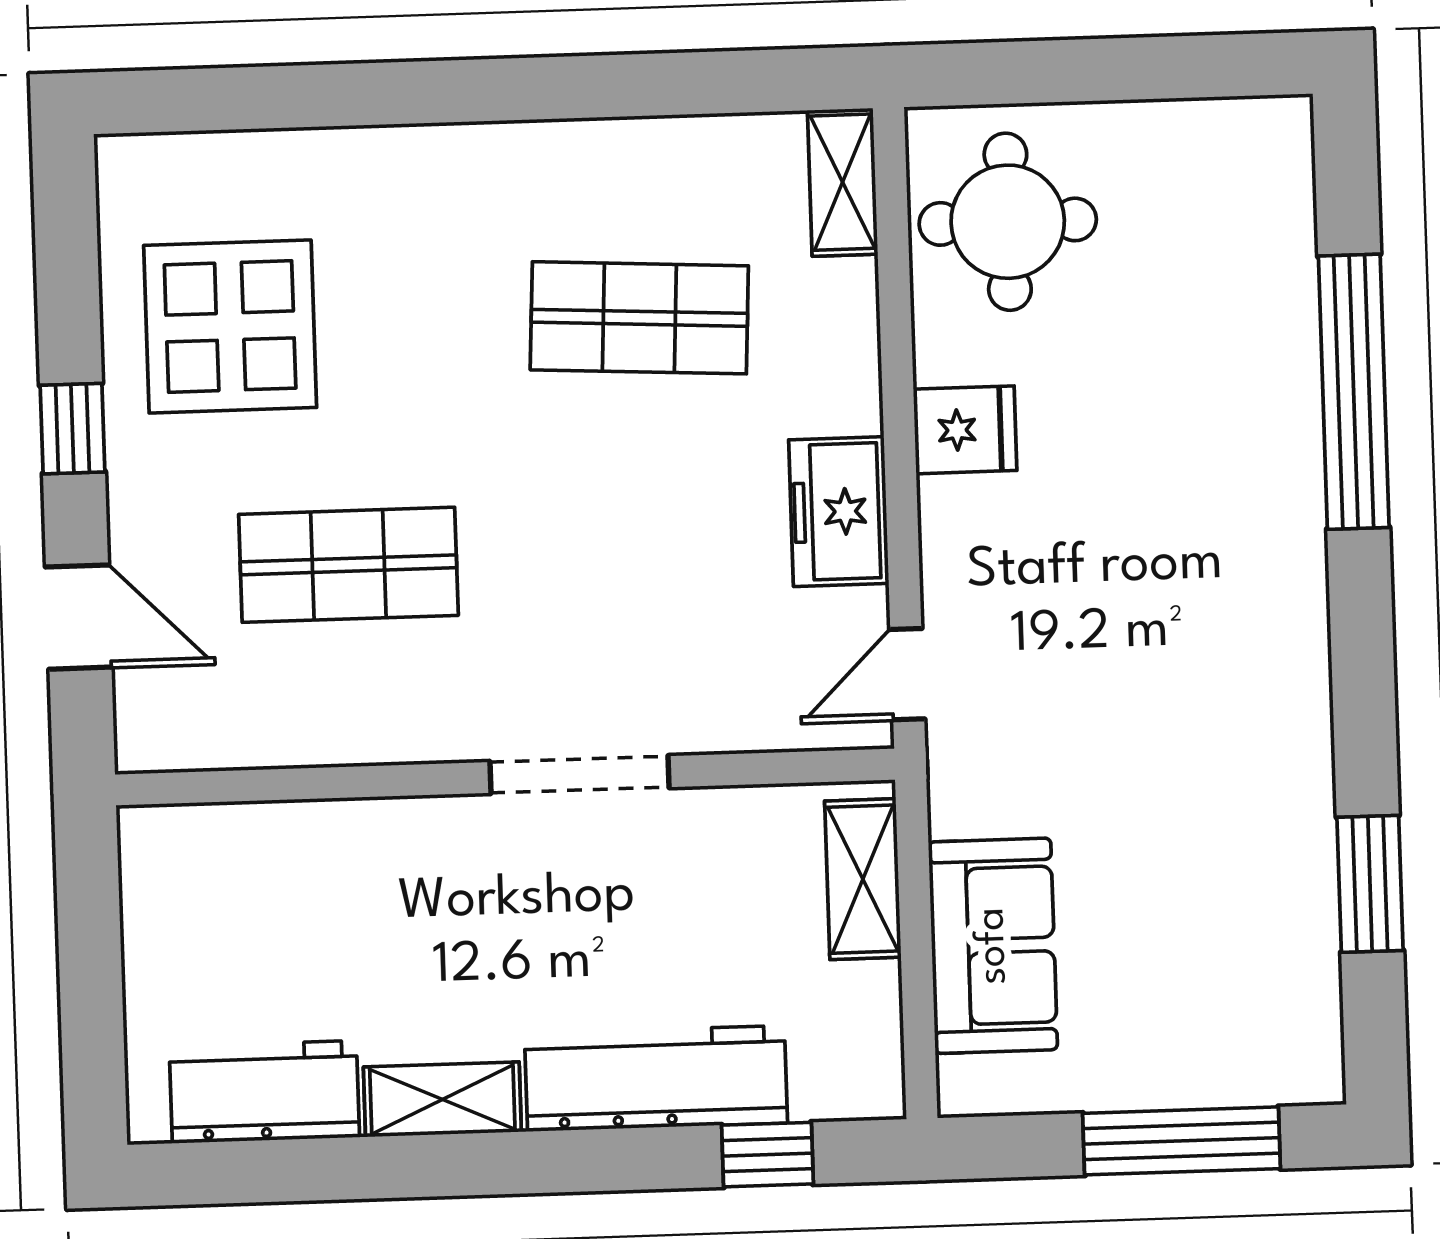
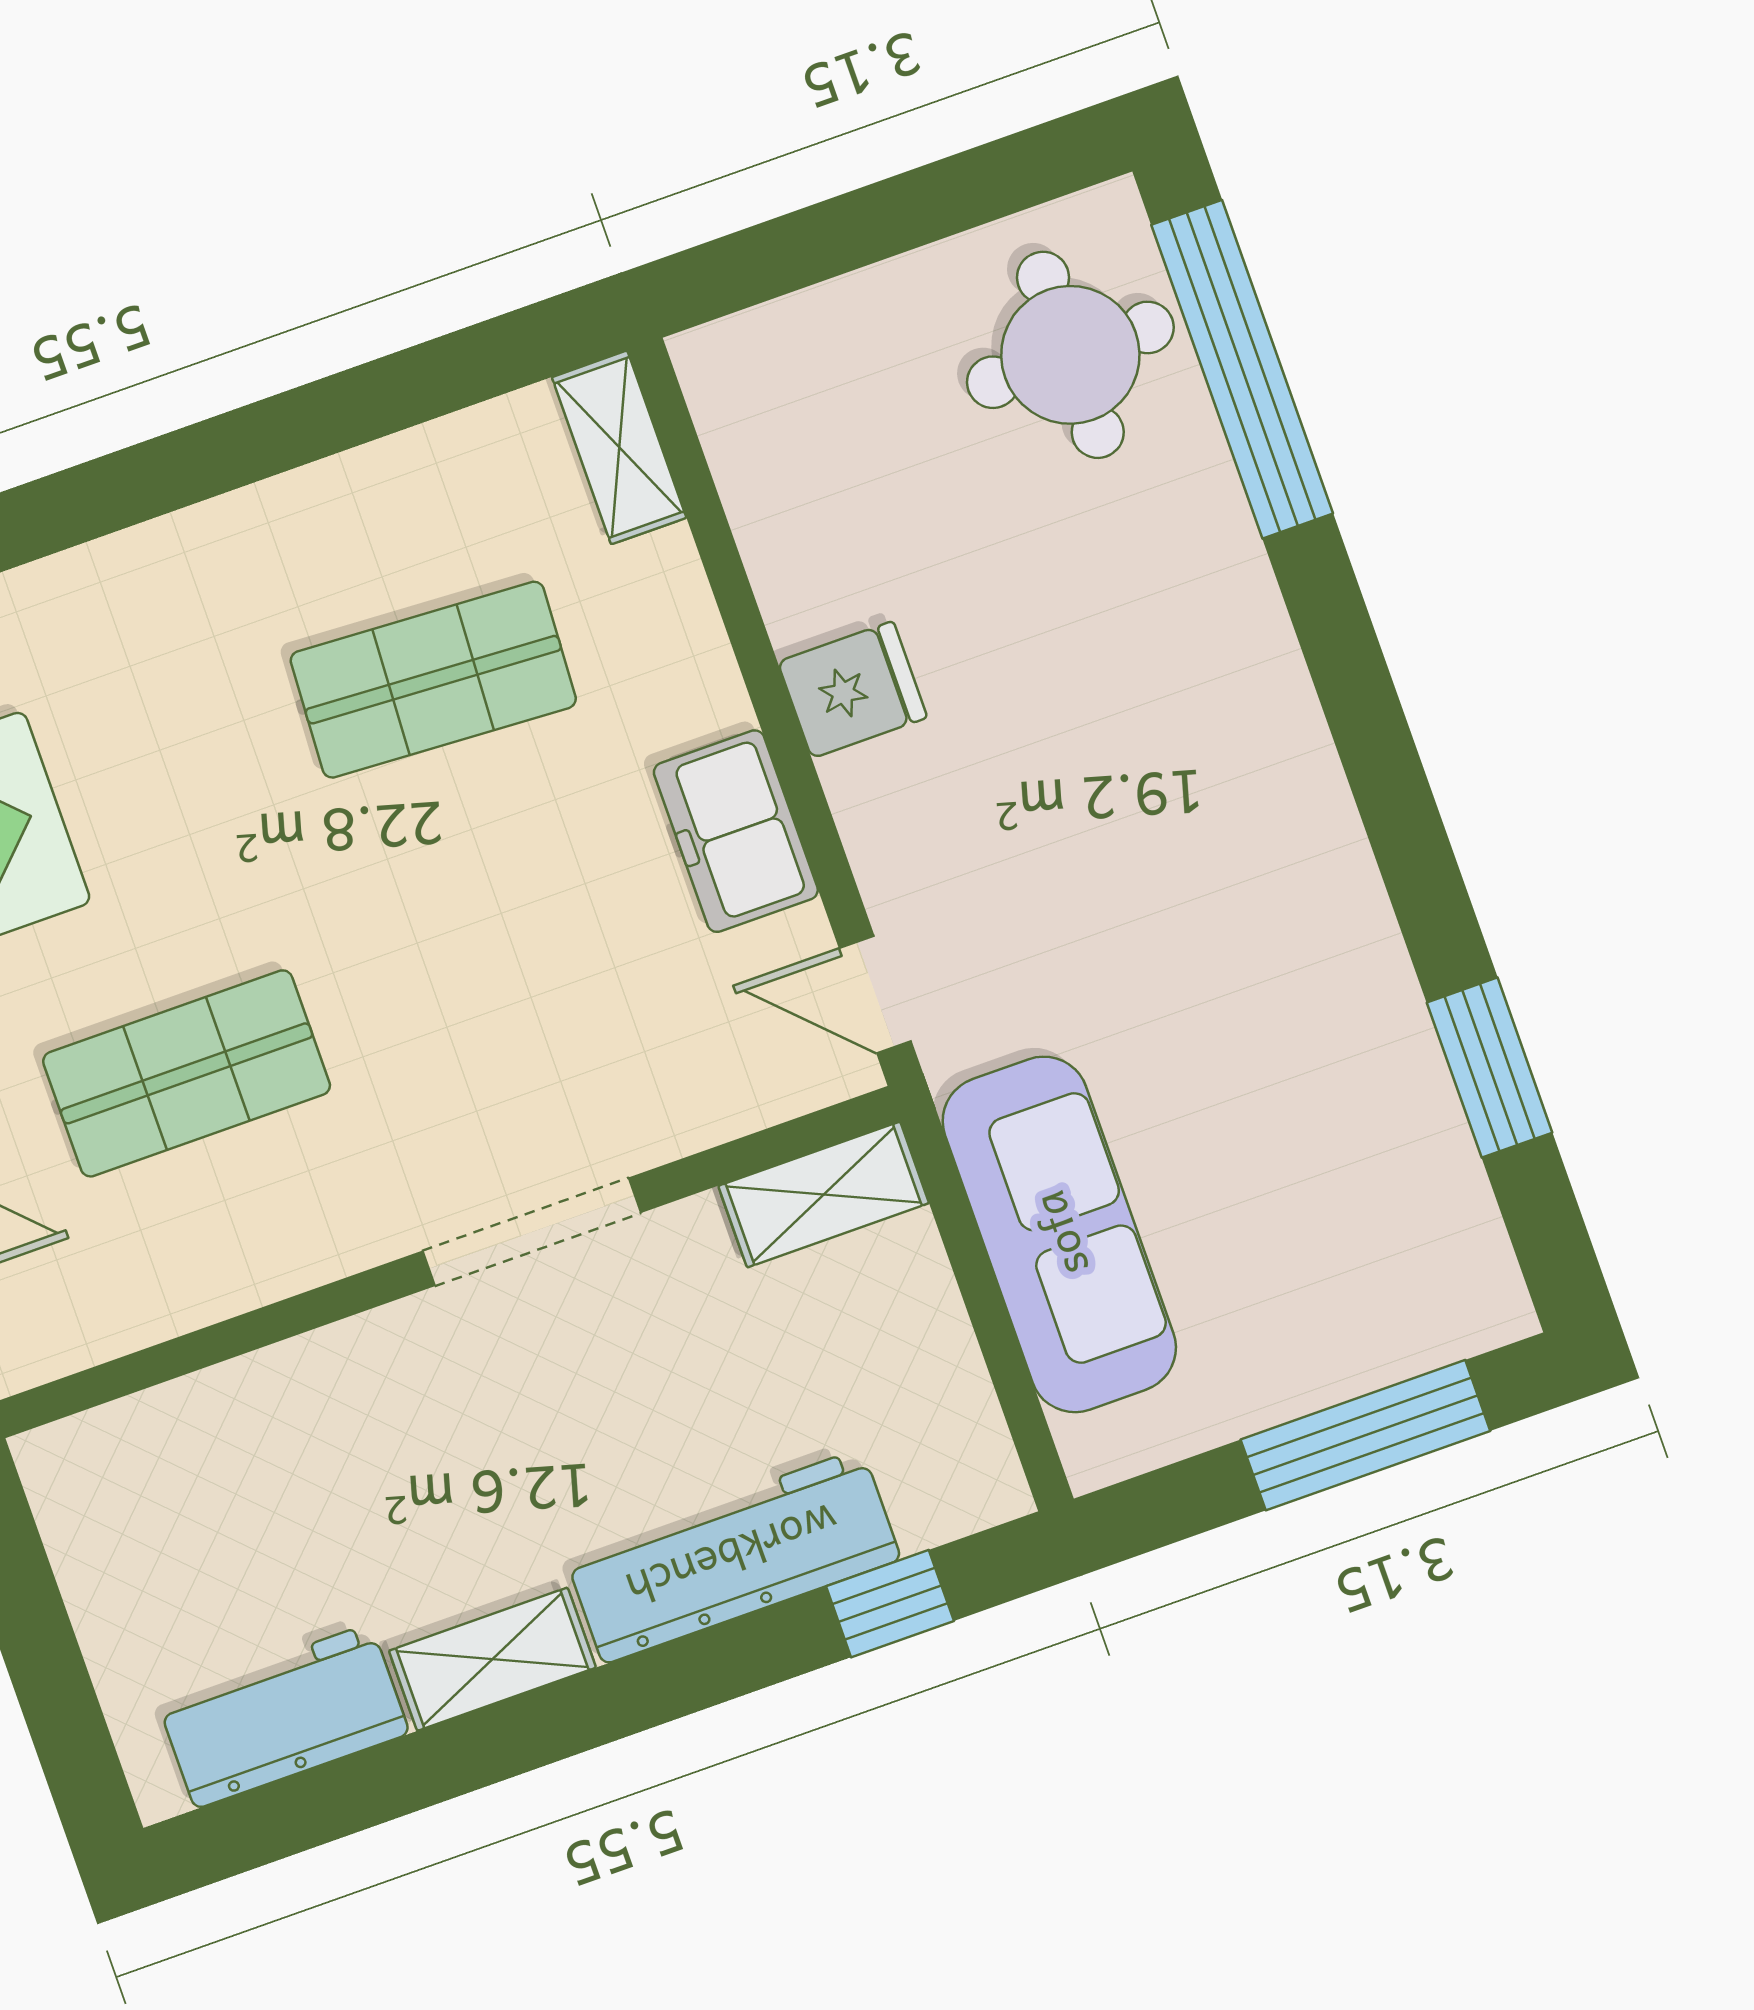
round table: (1008, 222) -> (1070, 355), moved
window: (1354, 392) -> (1242, 369), moved
door: (907, 674) -> (875, 995), hinge flipped
shelving: (863, 879) -> (824, 1194), moved, turned 90
sofa: (993, 946) -> (1059, 1234), width x1.36

